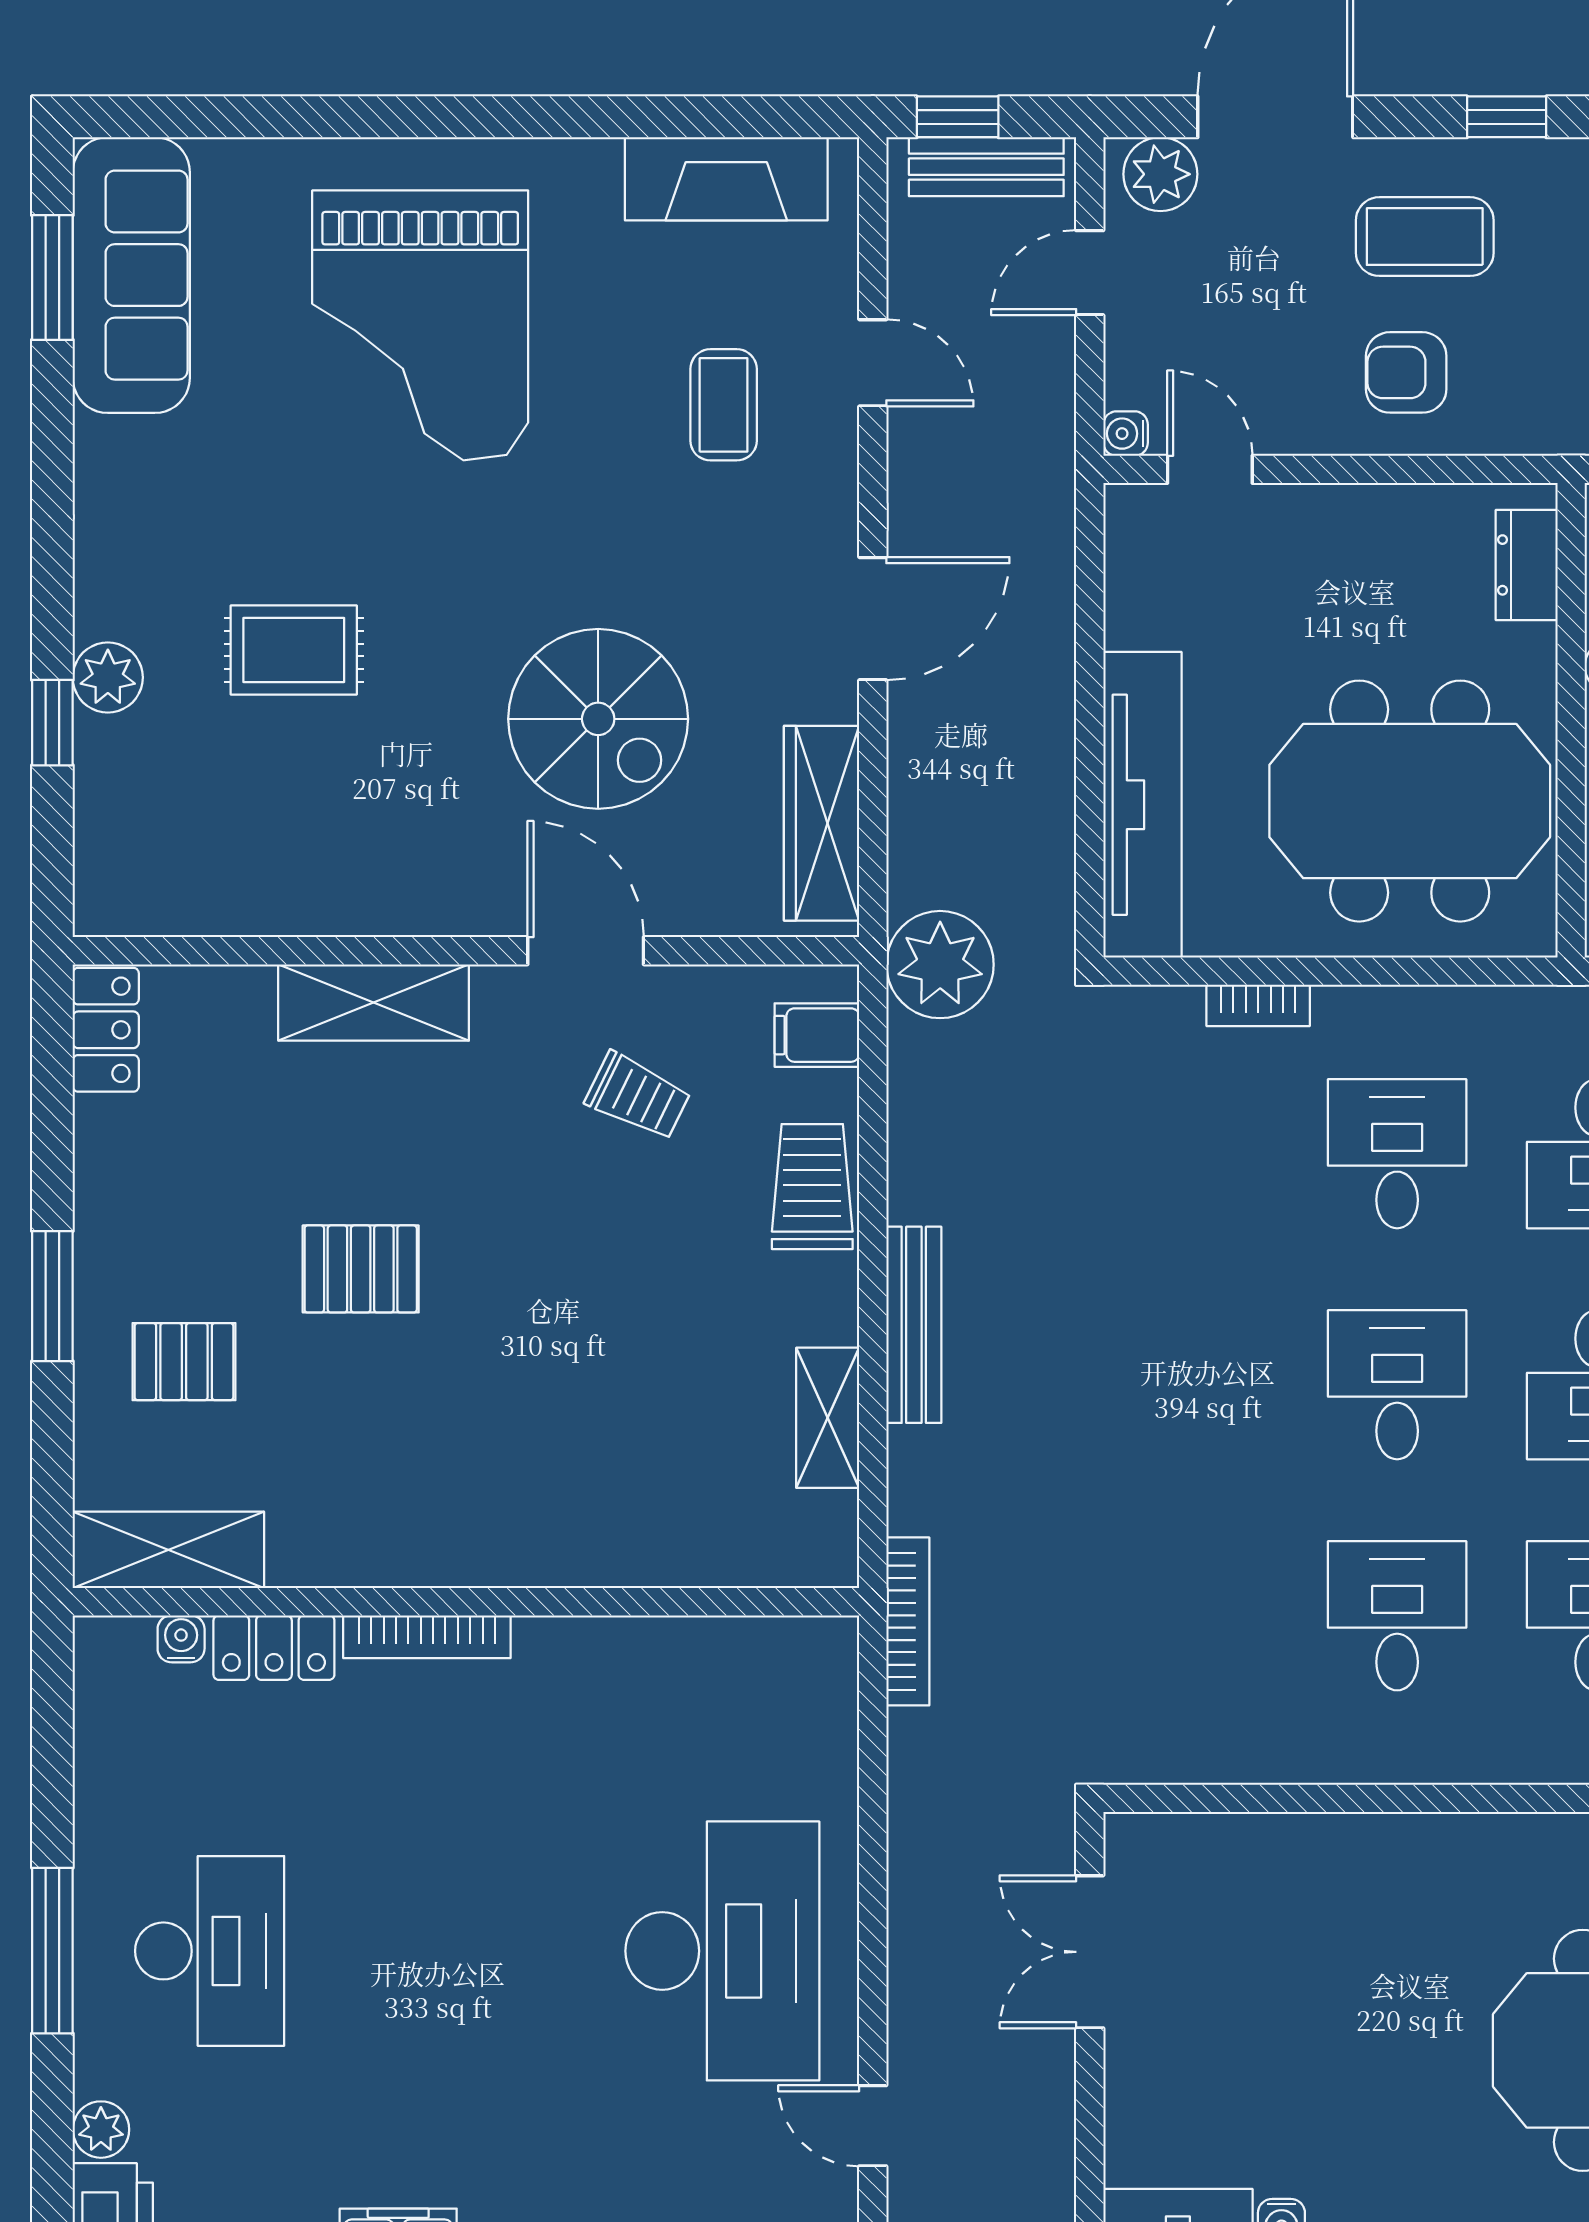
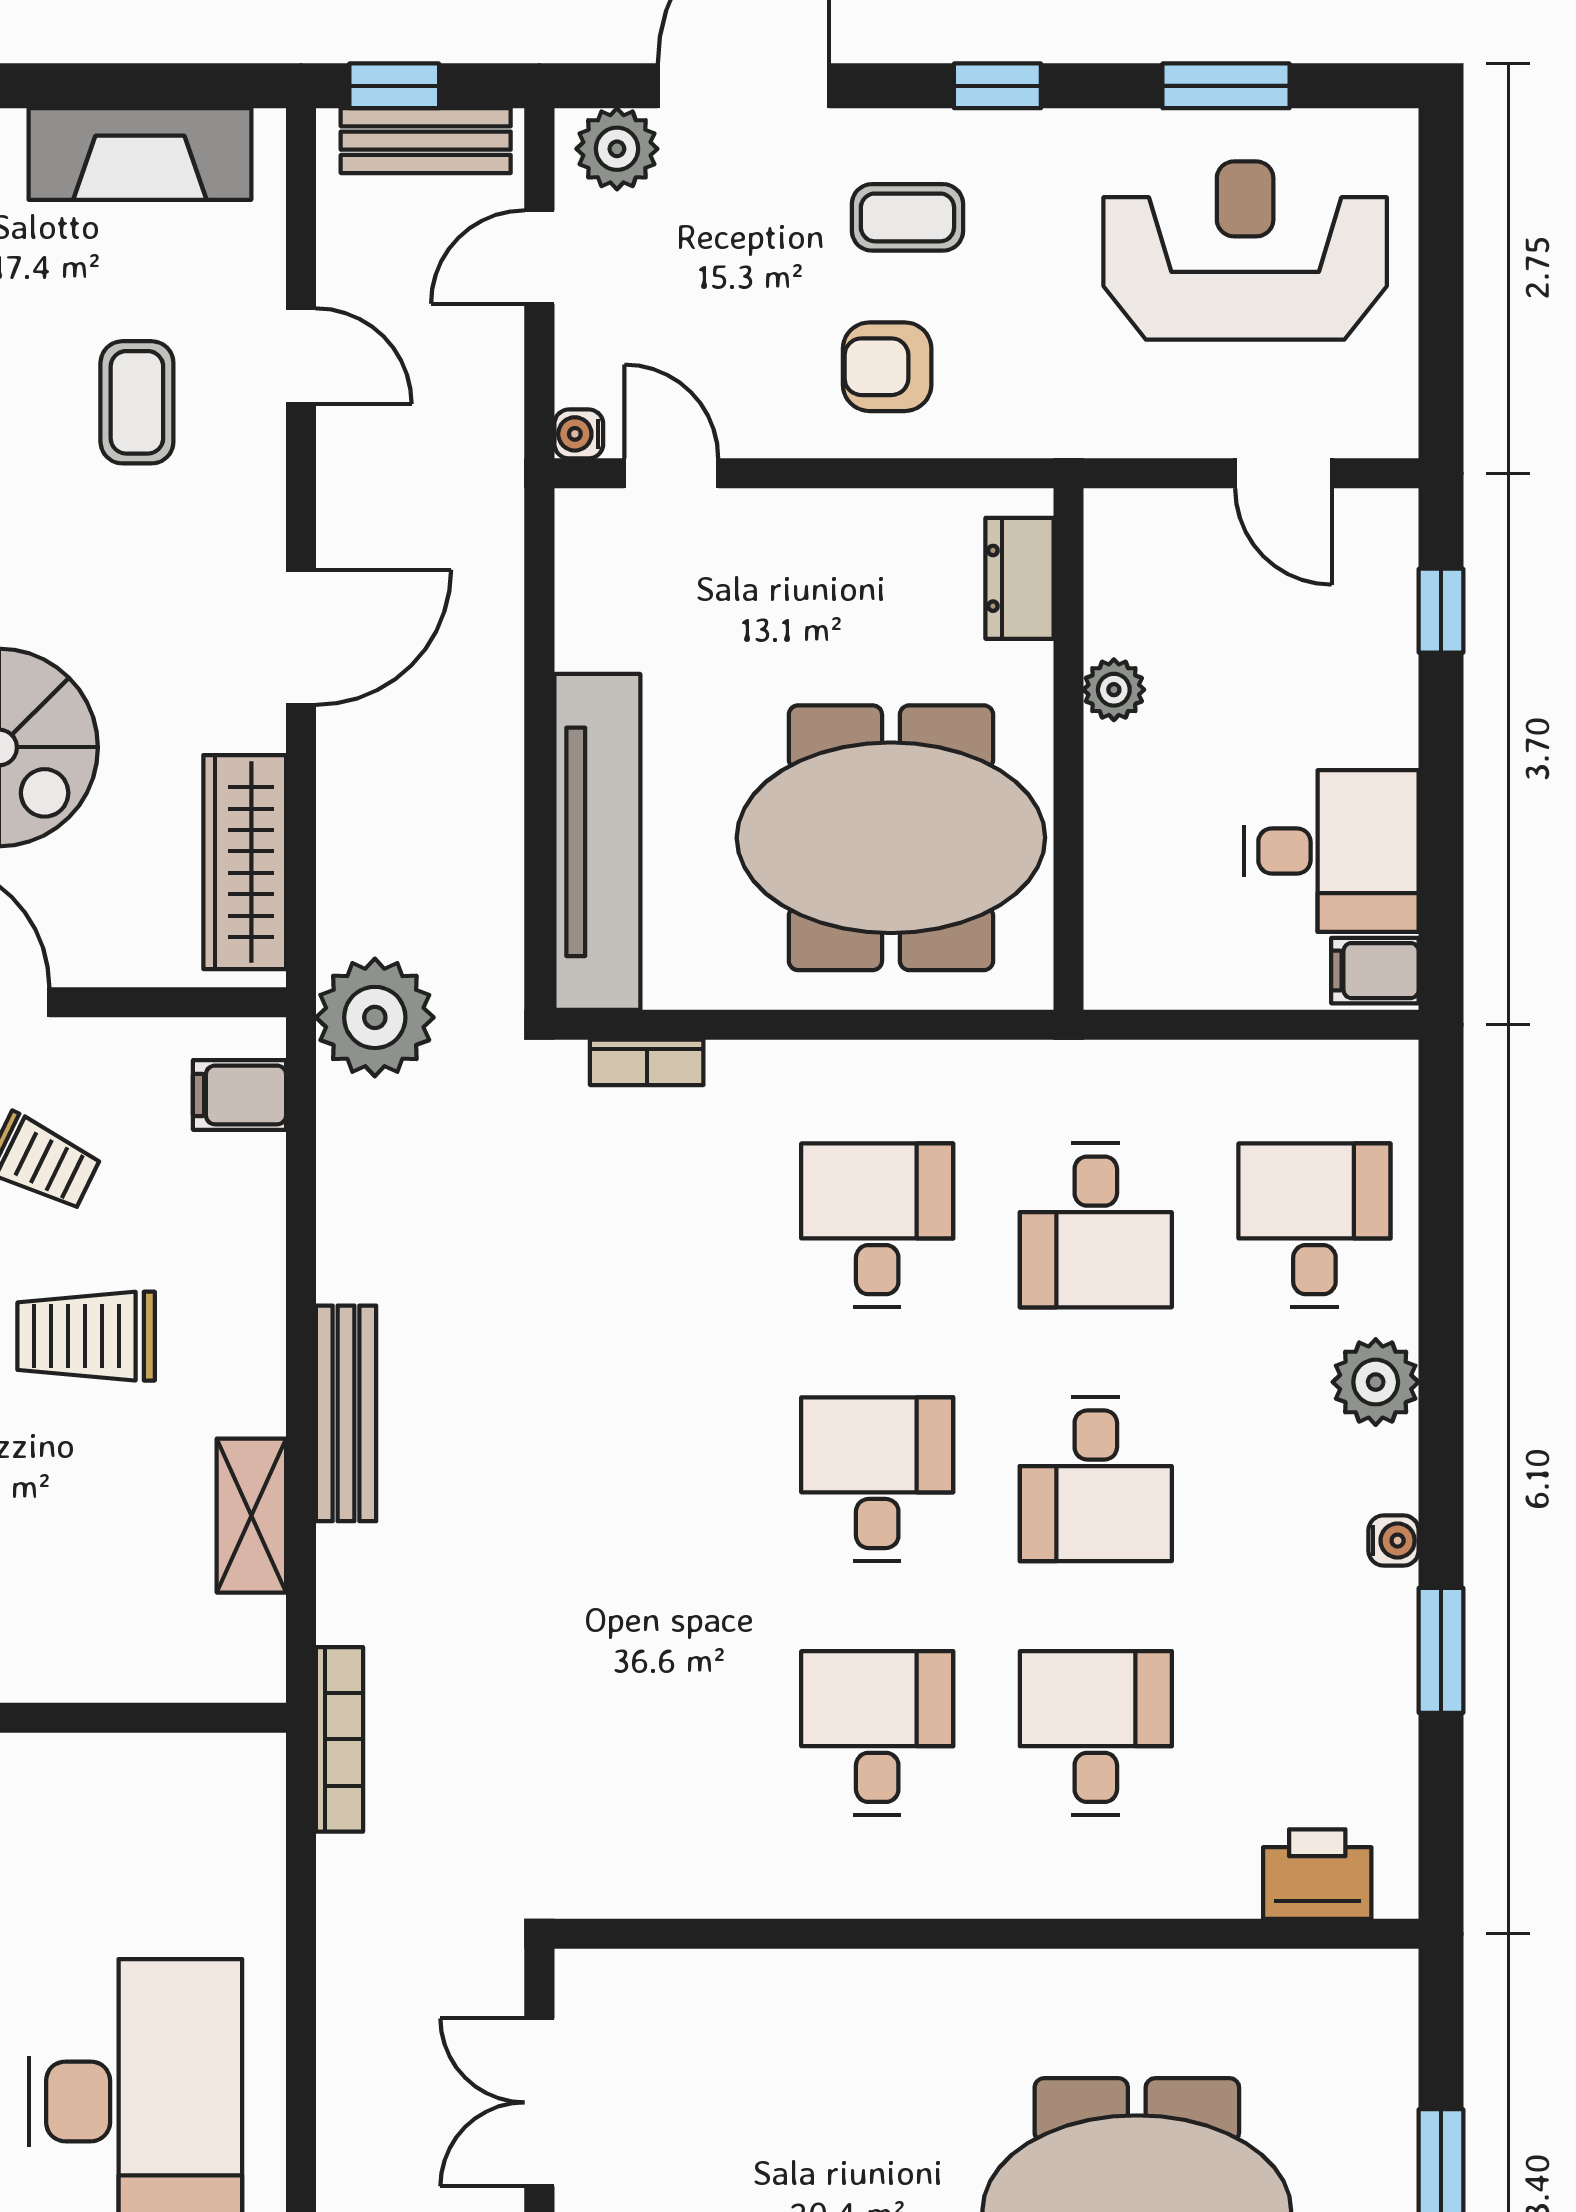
coffee table: (1425, 237) -> (907, 217), width x0.73, depth x0.77
bookcase: (1258, 1005) -> (647, 1062), moved
trolley: (812, 1187) -> (86, 1336), moved, turned -90

